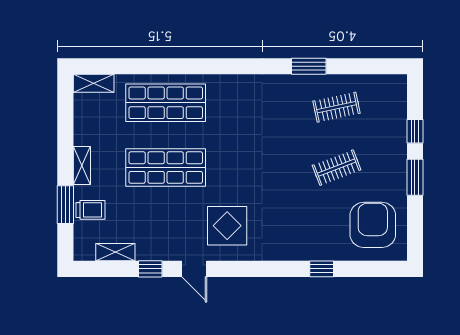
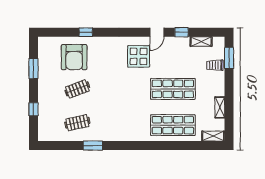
shelving: (82, 166) -> (220, 107), moved
window: (415, 177) -> (33, 69), moved
window: (65, 205) -> (229, 58), moved
armchair: (373, 225) -> (74, 57), moved
door: (194, 269) -> (157, 32), swing flipped

